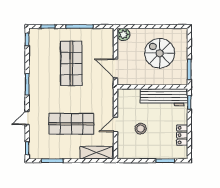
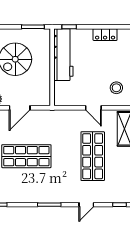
door: (115, 68) -> (20, 108), moved
door: (27, 118) -> (86, 205), hinge flipped
stool: (141, 129) -> (116, 88), moved

